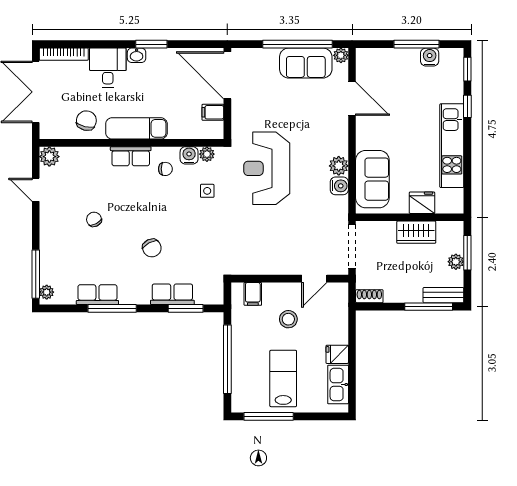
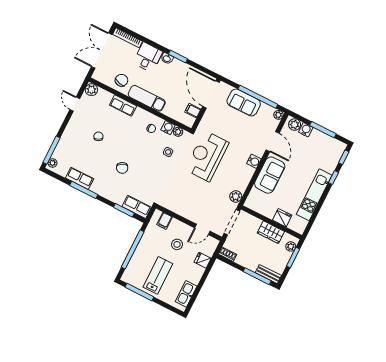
water cooler: (430, 57) -> (306, 130), moved
plant: (371, 58) -> (295, 125), added
sofa: (306, 63) -> (244, 103), moved
row of seats: (131, 156) -> (123, 105), moved
plant: (339, 166) -> (236, 196), moved
sofa: (372, 179) -> (270, 175), moved
water cooler: (339, 186) -> (254, 161), moved
plant: (456, 262) -> (291, 246), moved
row of seats: (172, 294) -> (137, 207), moved
fridge: (337, 354) -> (203, 260), moved

